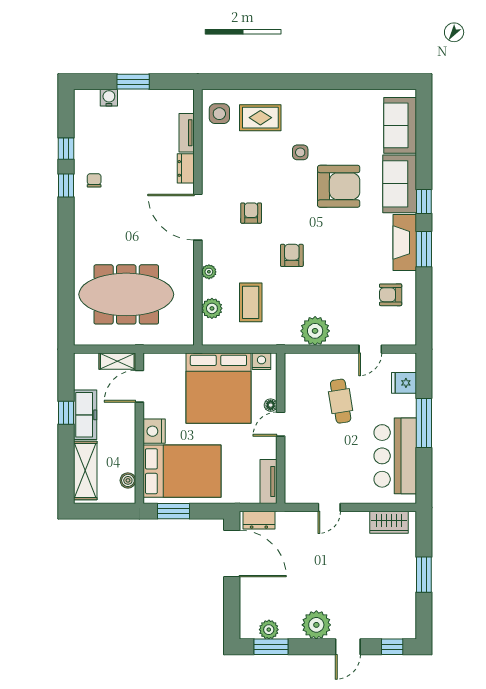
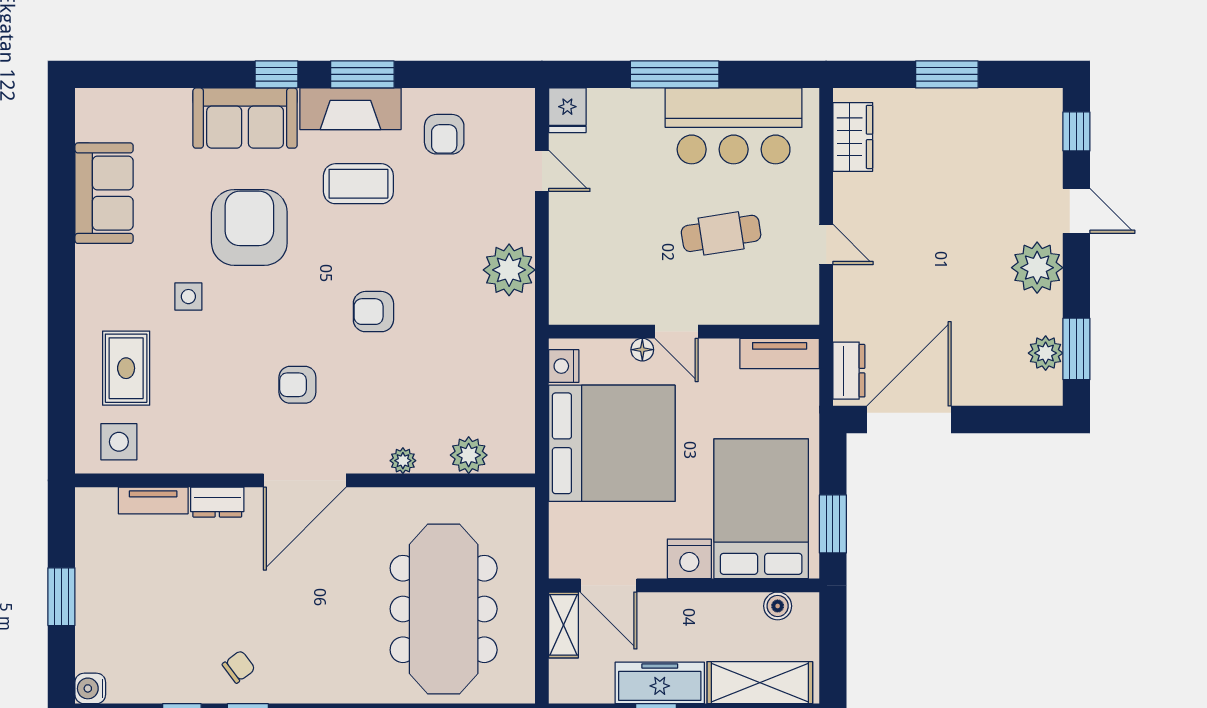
water cooler: (109, 98) -> (90, 688), moved
sofa: (400, 125) -> (104, 193), moved, turned -90
chair: (94, 180) -> (239, 667), turned 143
coffee table: (251, 302) -> (358, 184), moved
fridge: (404, 383) -> (567, 110), moved
cafe table: (341, 401) -> (721, 233), moved

